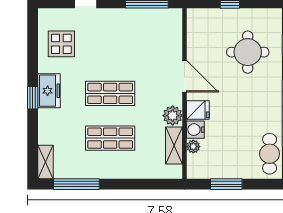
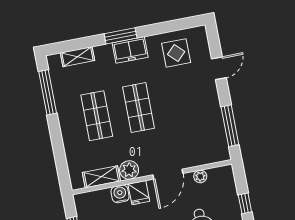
window: (33, 98) -> (121, 36), width x1.50
plant: (193, 147) -> (200, 176), moved
shelving: (46, 162) -> (78, 57), moved

